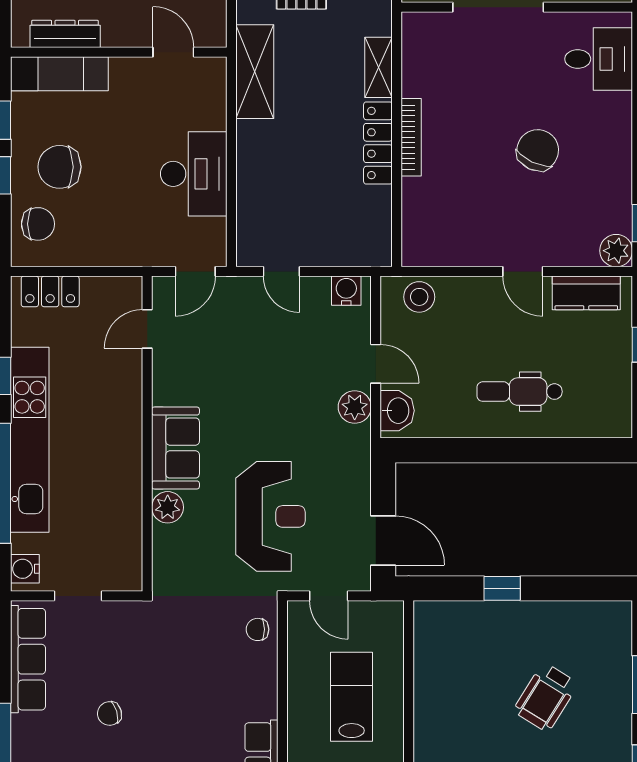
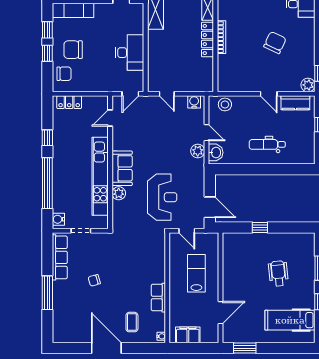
kitchen unit: (30, 440) -> (100, 176), moved, turned 180
chair: (258, 629) -> (157, 245), removed
wheelchair: (546, 697) -> (278, 273), turned 142

